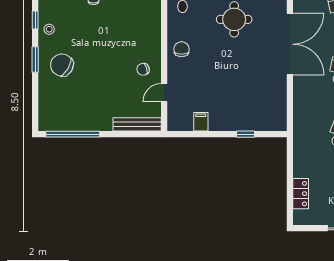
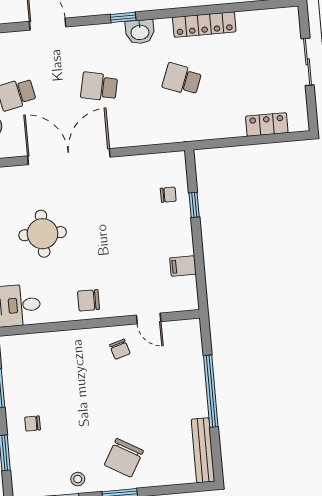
chair: (255, 116) -> (168, 195), added
bench: (137, 124) -> (203, 450), moved
window: (73, 134) -> (211, 391), moved

